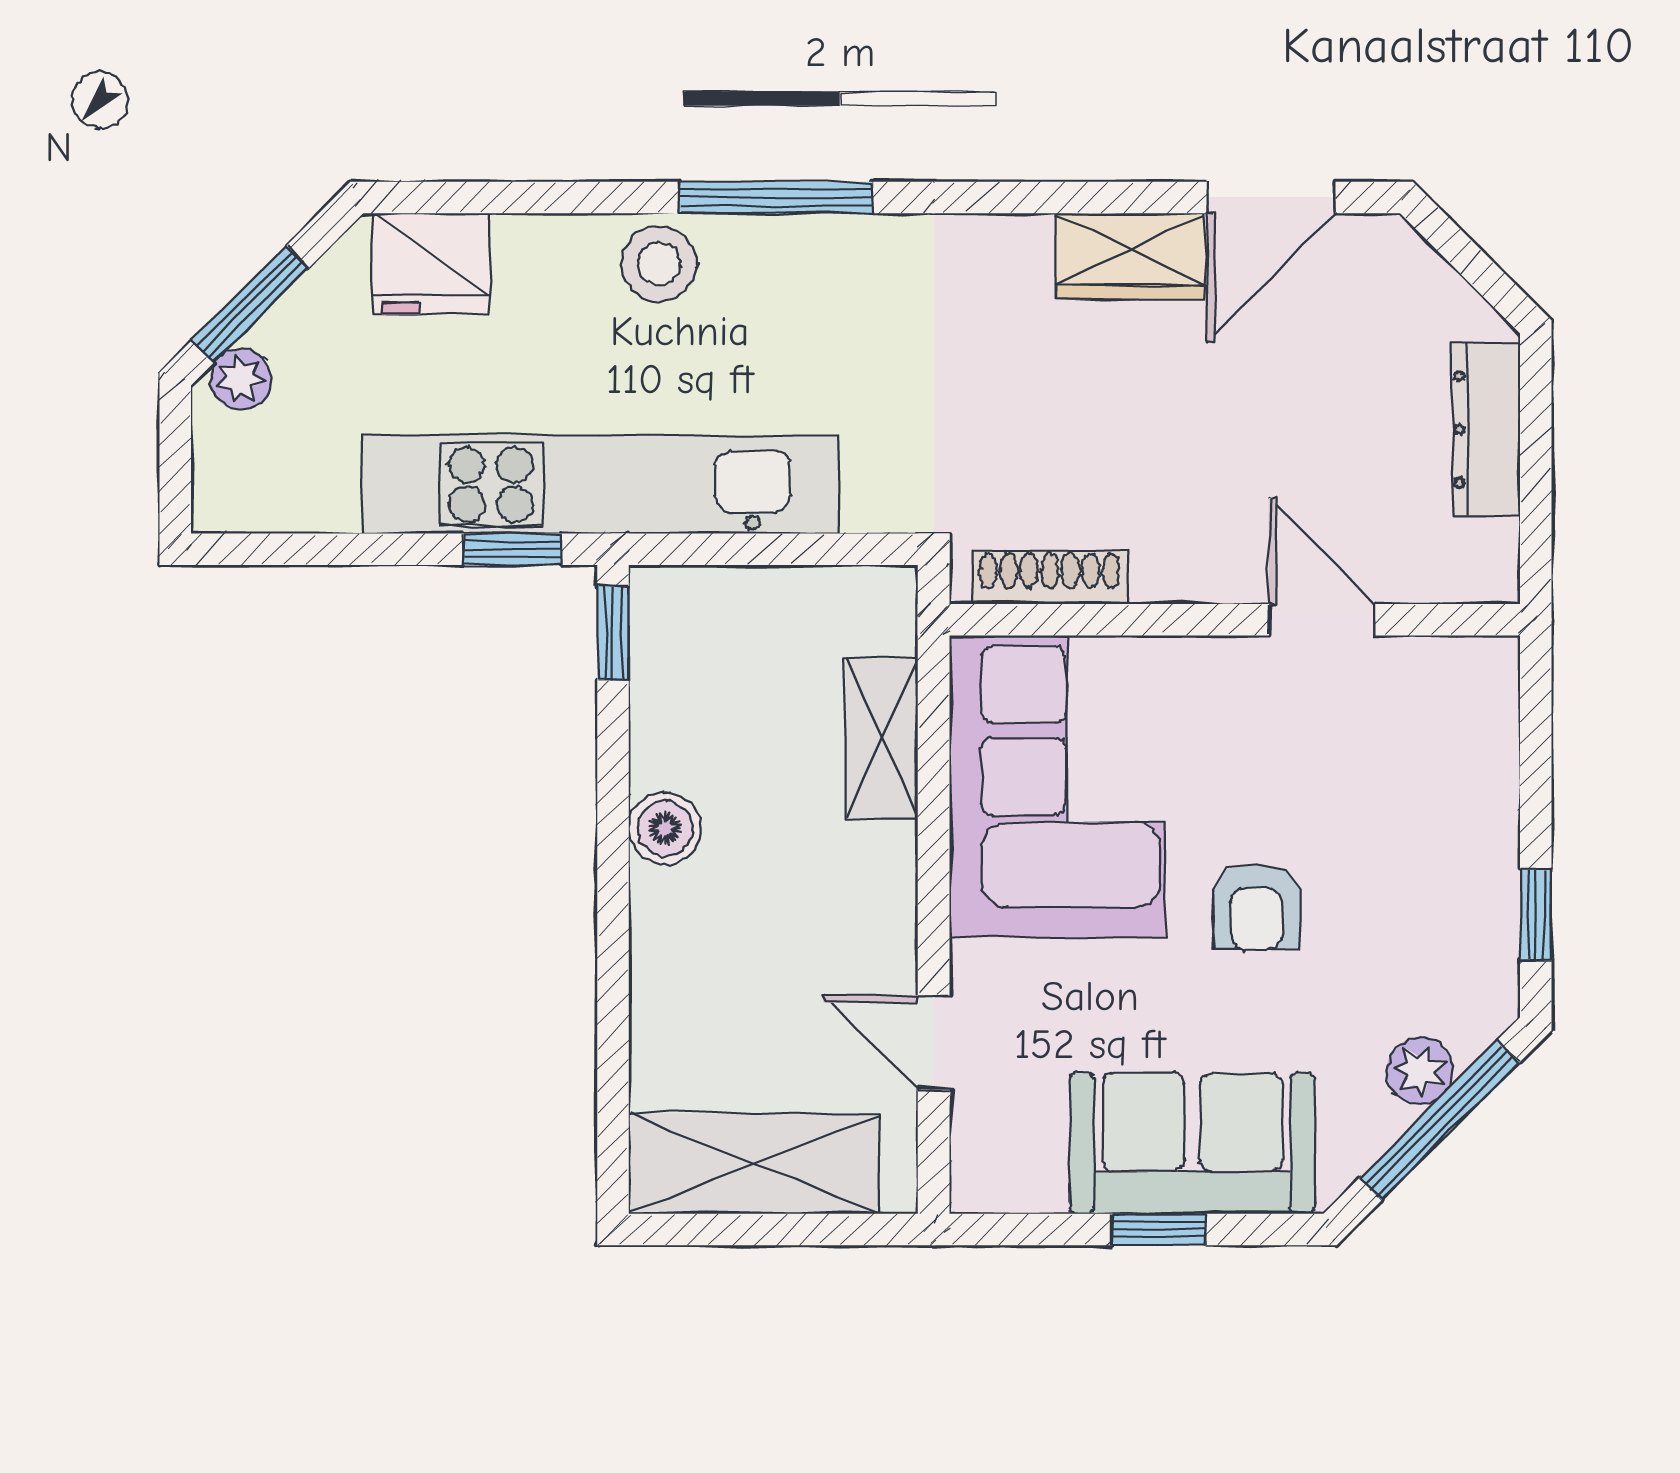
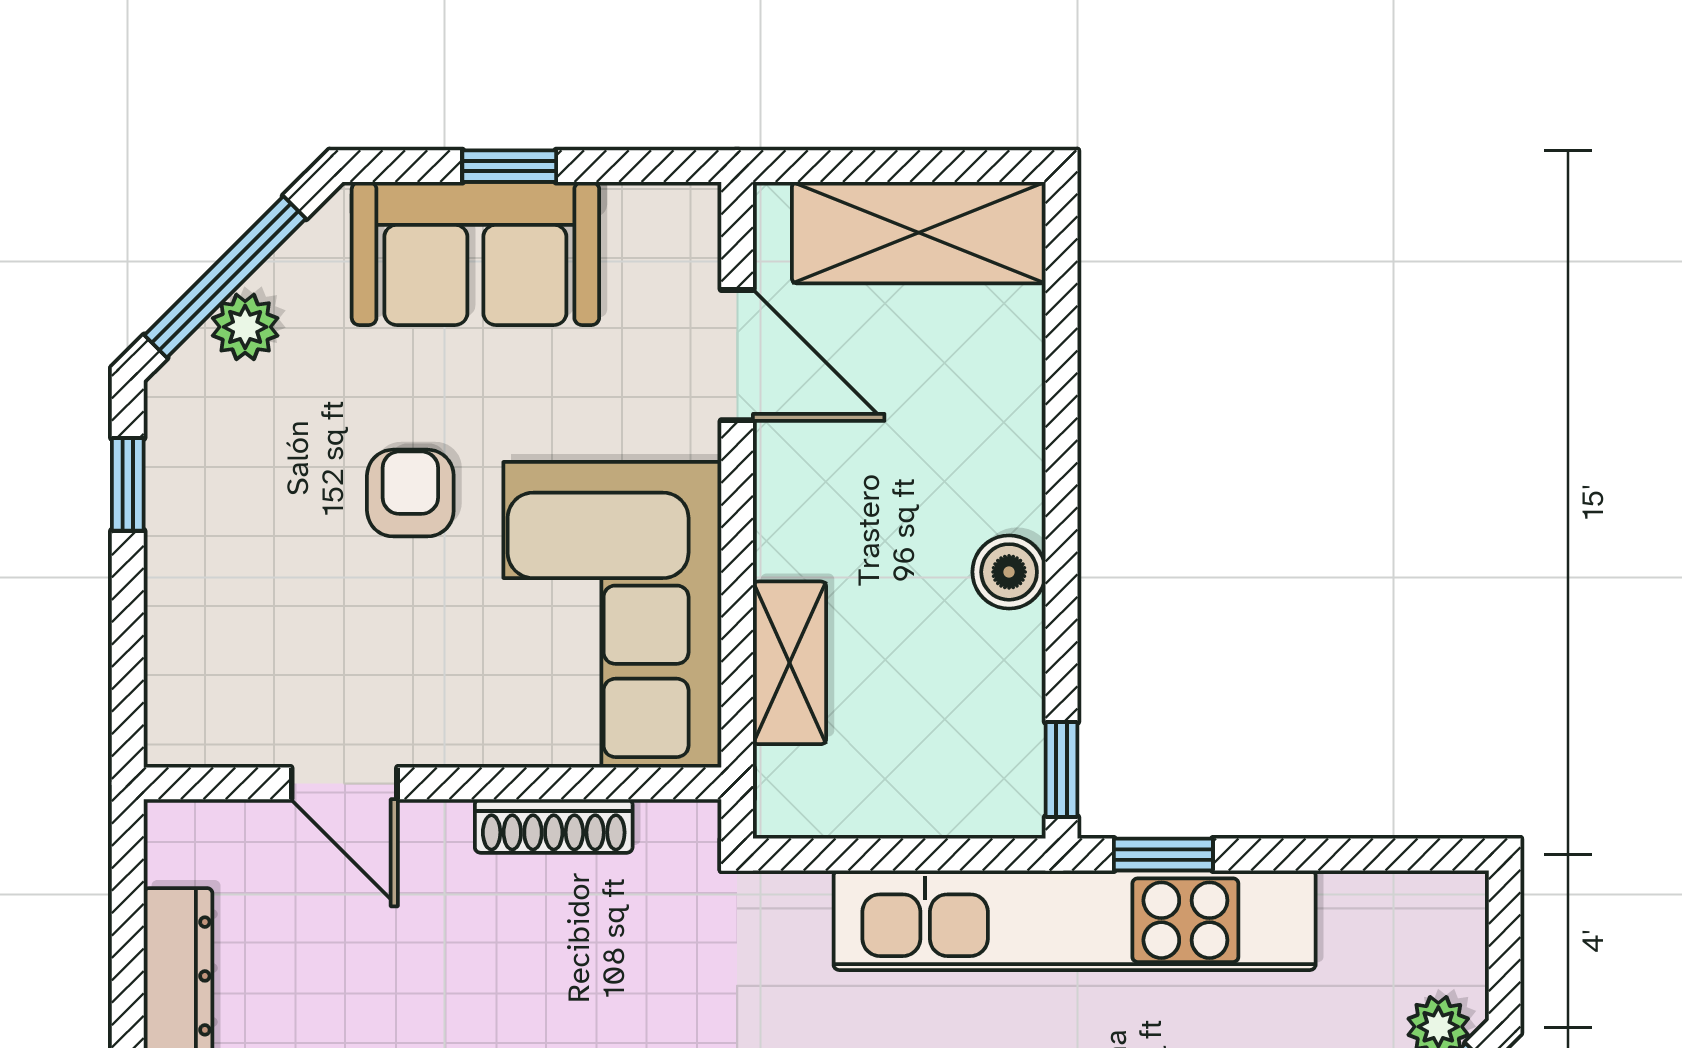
shoe rack: (1050, 578) -> (554, 826), moved
door: (934, 1043) -> (737, 355), width x1.38

